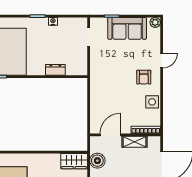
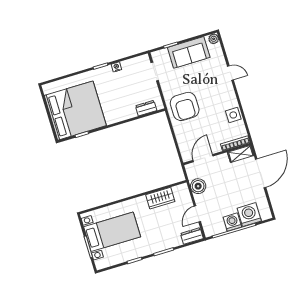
door: (162, 60) -> (230, 73), hinge flipped
dresser: (55, 70) -> (146, 108), moved
armchair: (144, 77) -> (185, 106), moved, width x1.88, depth x1.88
shelving: (134, 142) -> (241, 154), moved
wardrobe: (74, 161) -> (160, 198), moved

